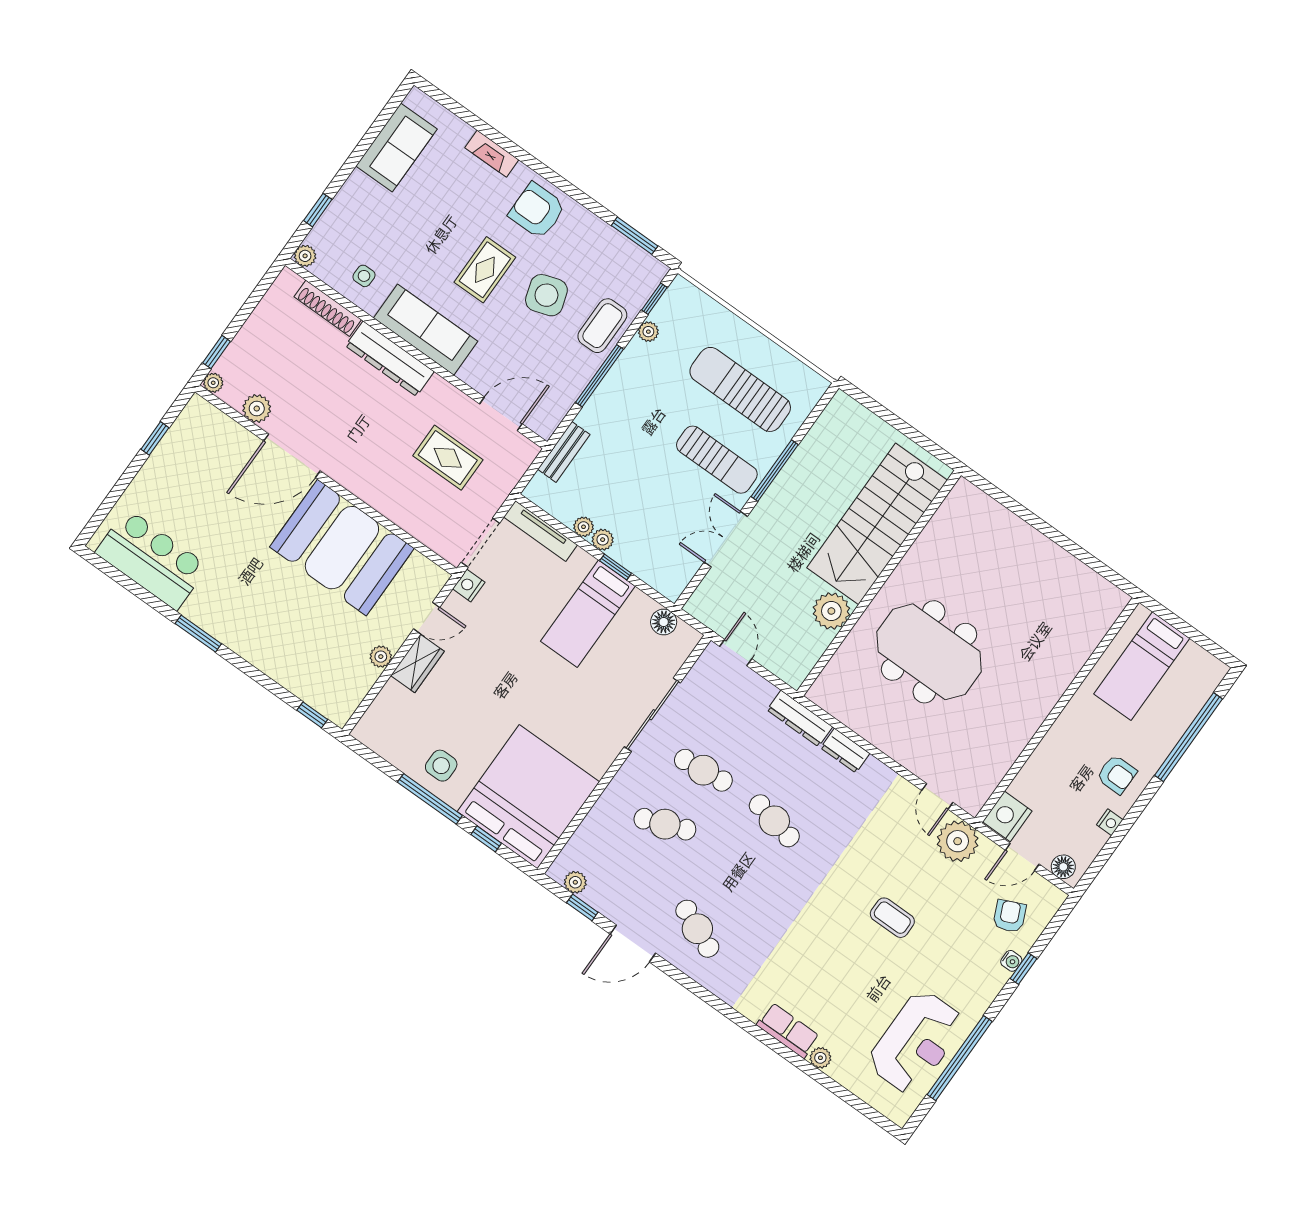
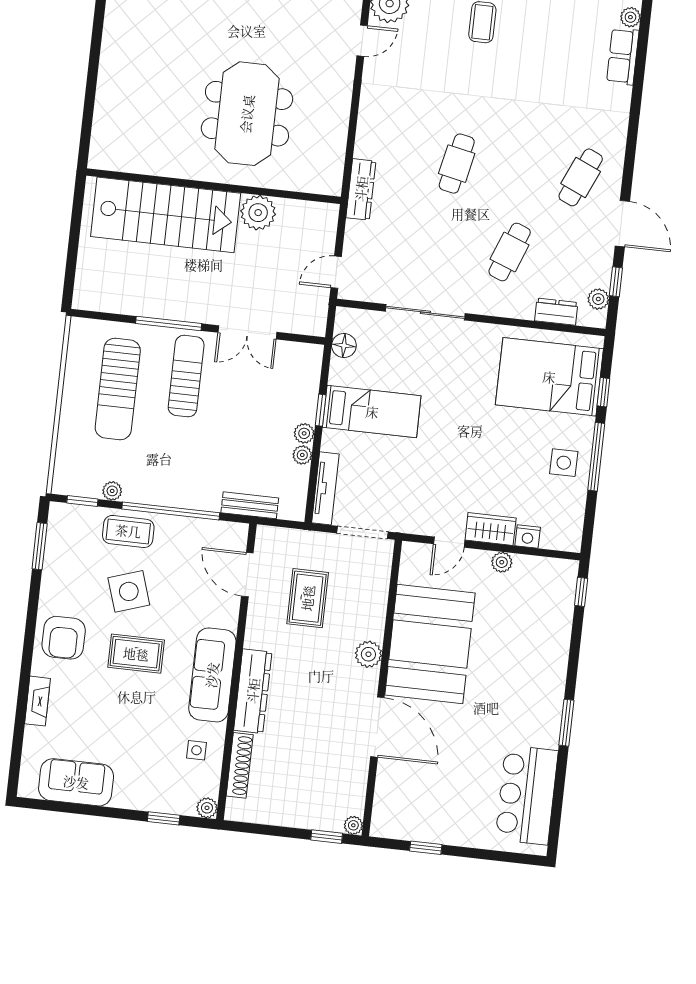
window: (599, 376) -> (171, 511), width x1.46
plant: (257, 409) -> (368, 654), moved
nightstand: (469, 585) -> (528, 536), moved
door: (427, 618) -> (449, 542), swing flipped
dresser: (845, 751) -> (556, 312), moved, turned -90
cafe table: (703, 770) -> (448, 245), removed
bed: (528, 797) -> (549, 377), width x0.73
cafe table: (665, 824) -> (510, 252), turned 42

